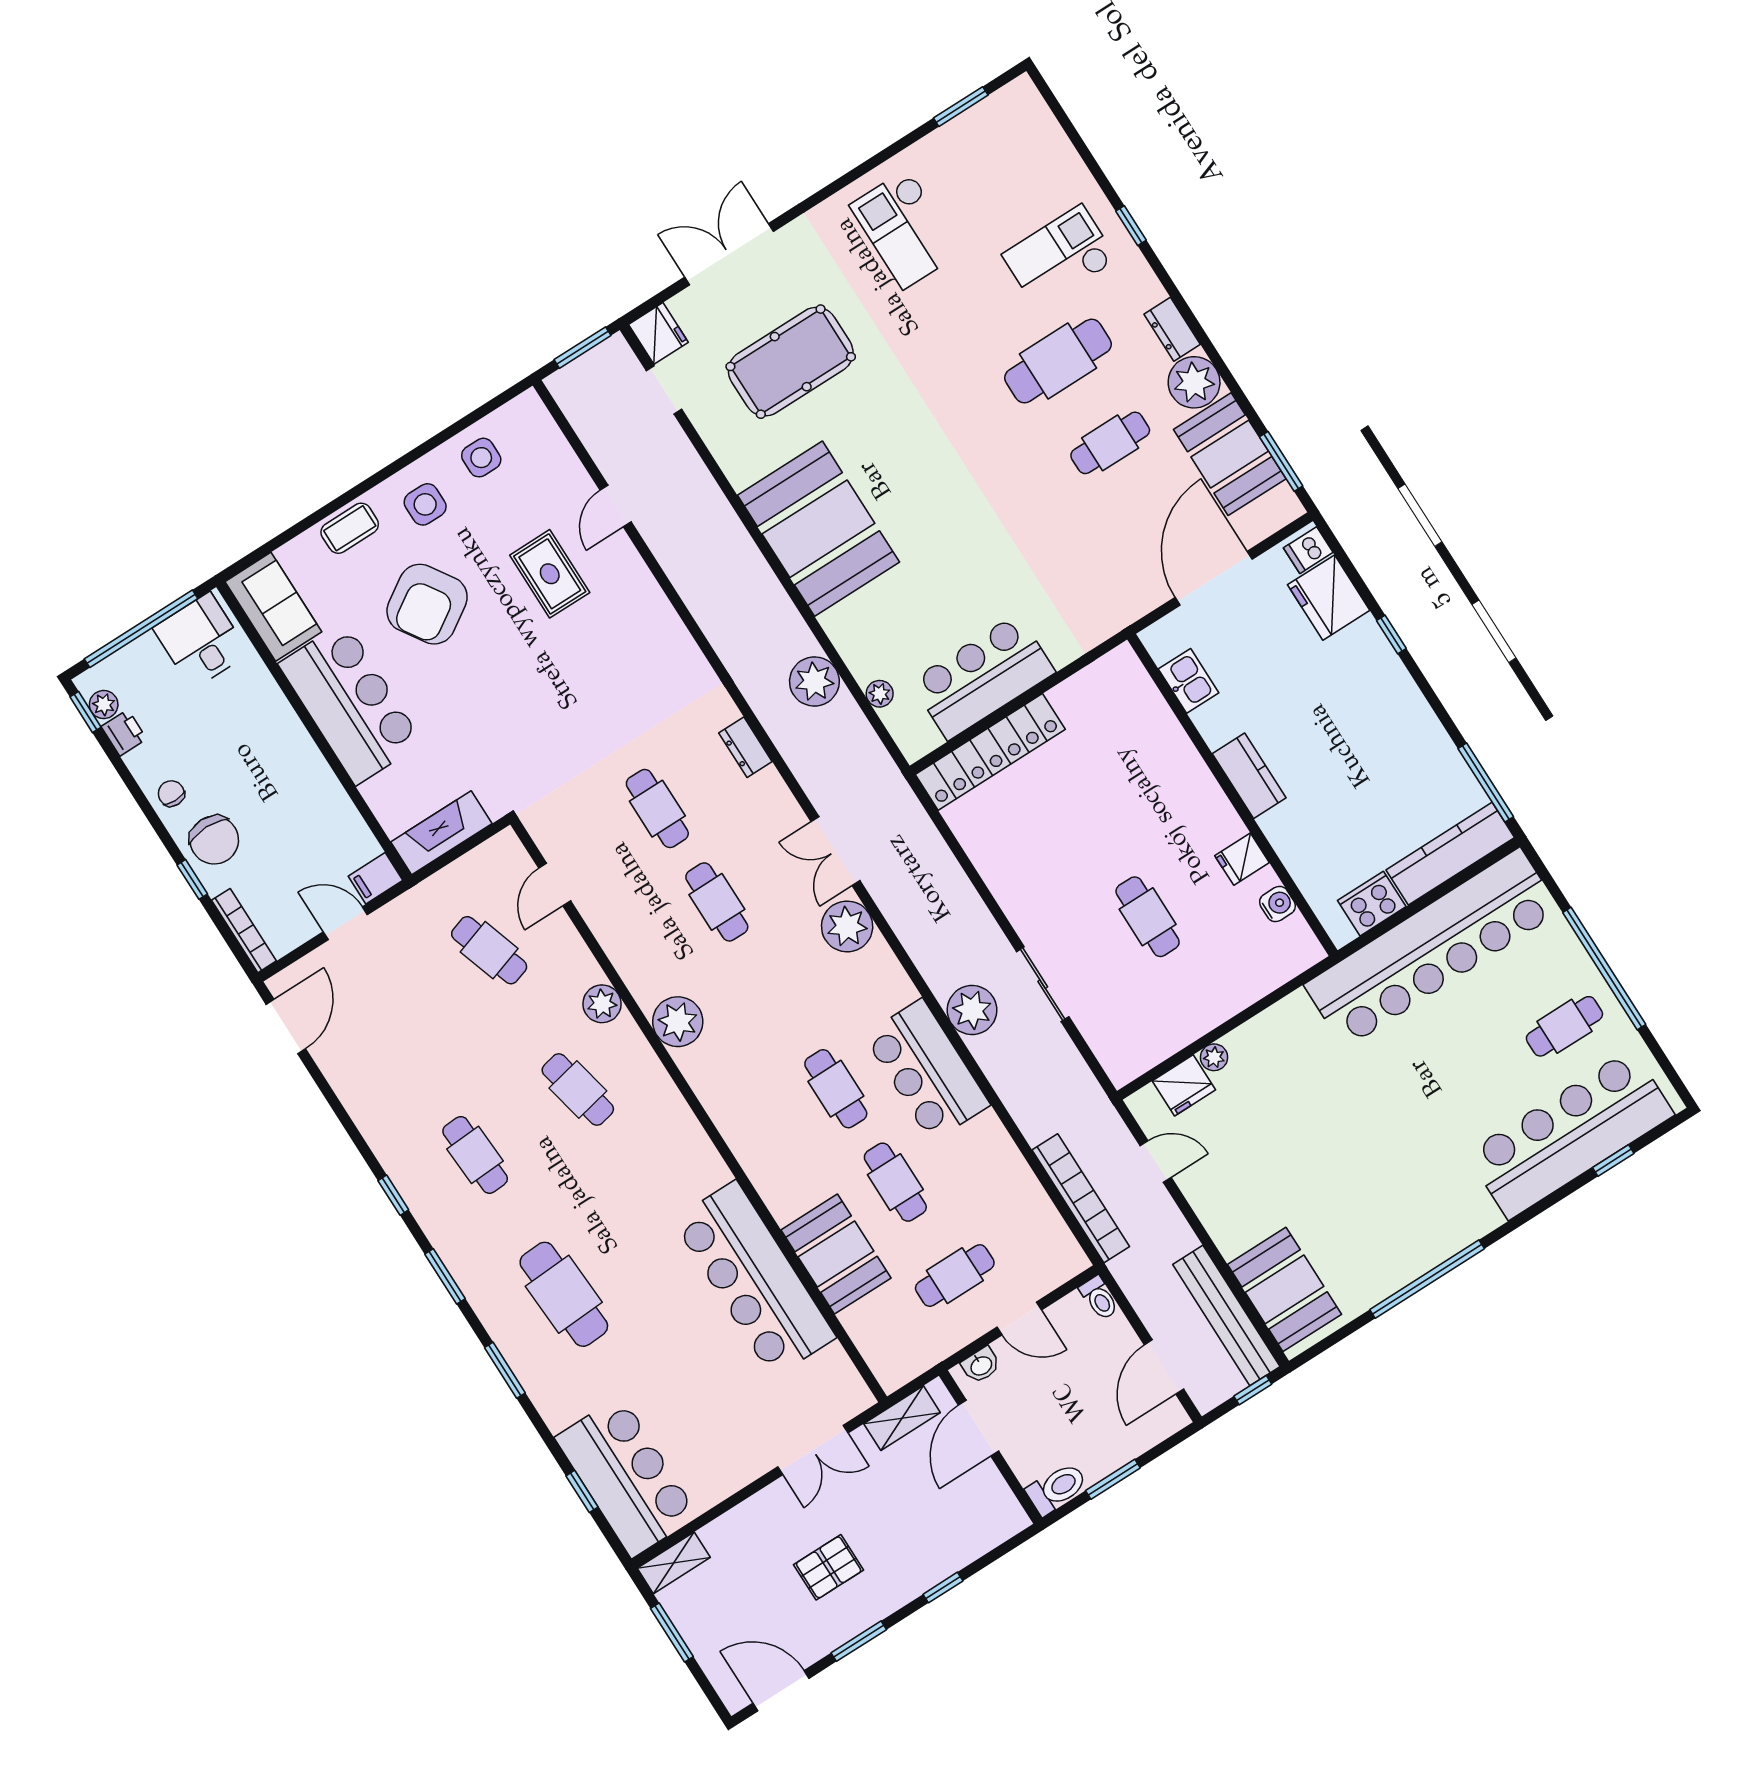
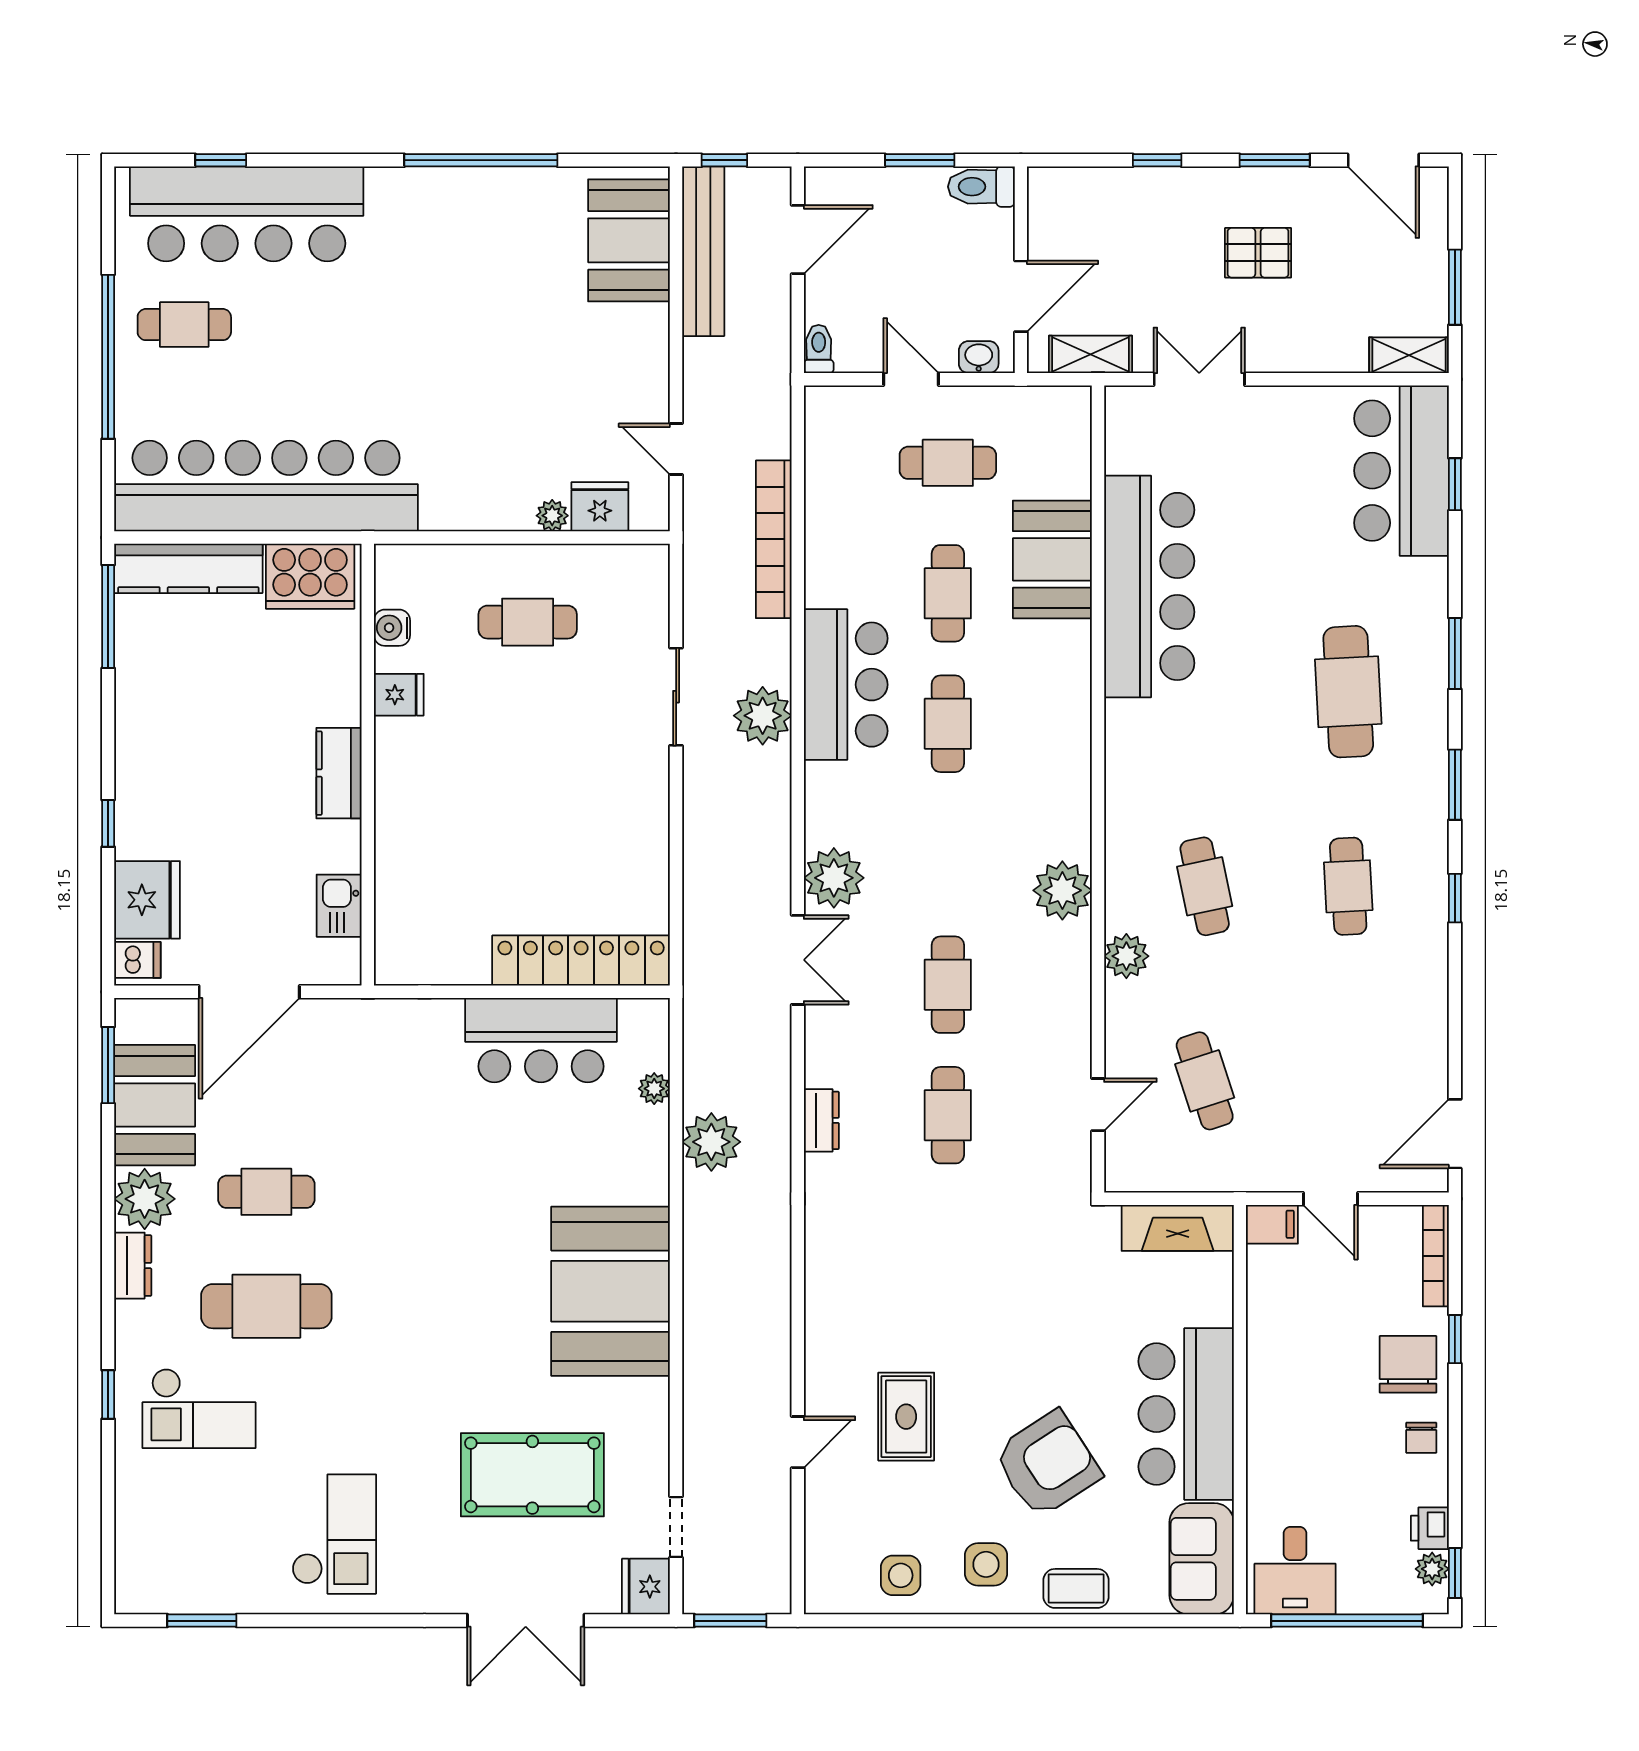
cooker: (1372, 904) -> (310, 576), width x1.37, depth x1.31
cafe table: (1148, 917) -> (528, 622), moved, turned 90
bookcase: (1081, 1198) -> (774, 539), moved

